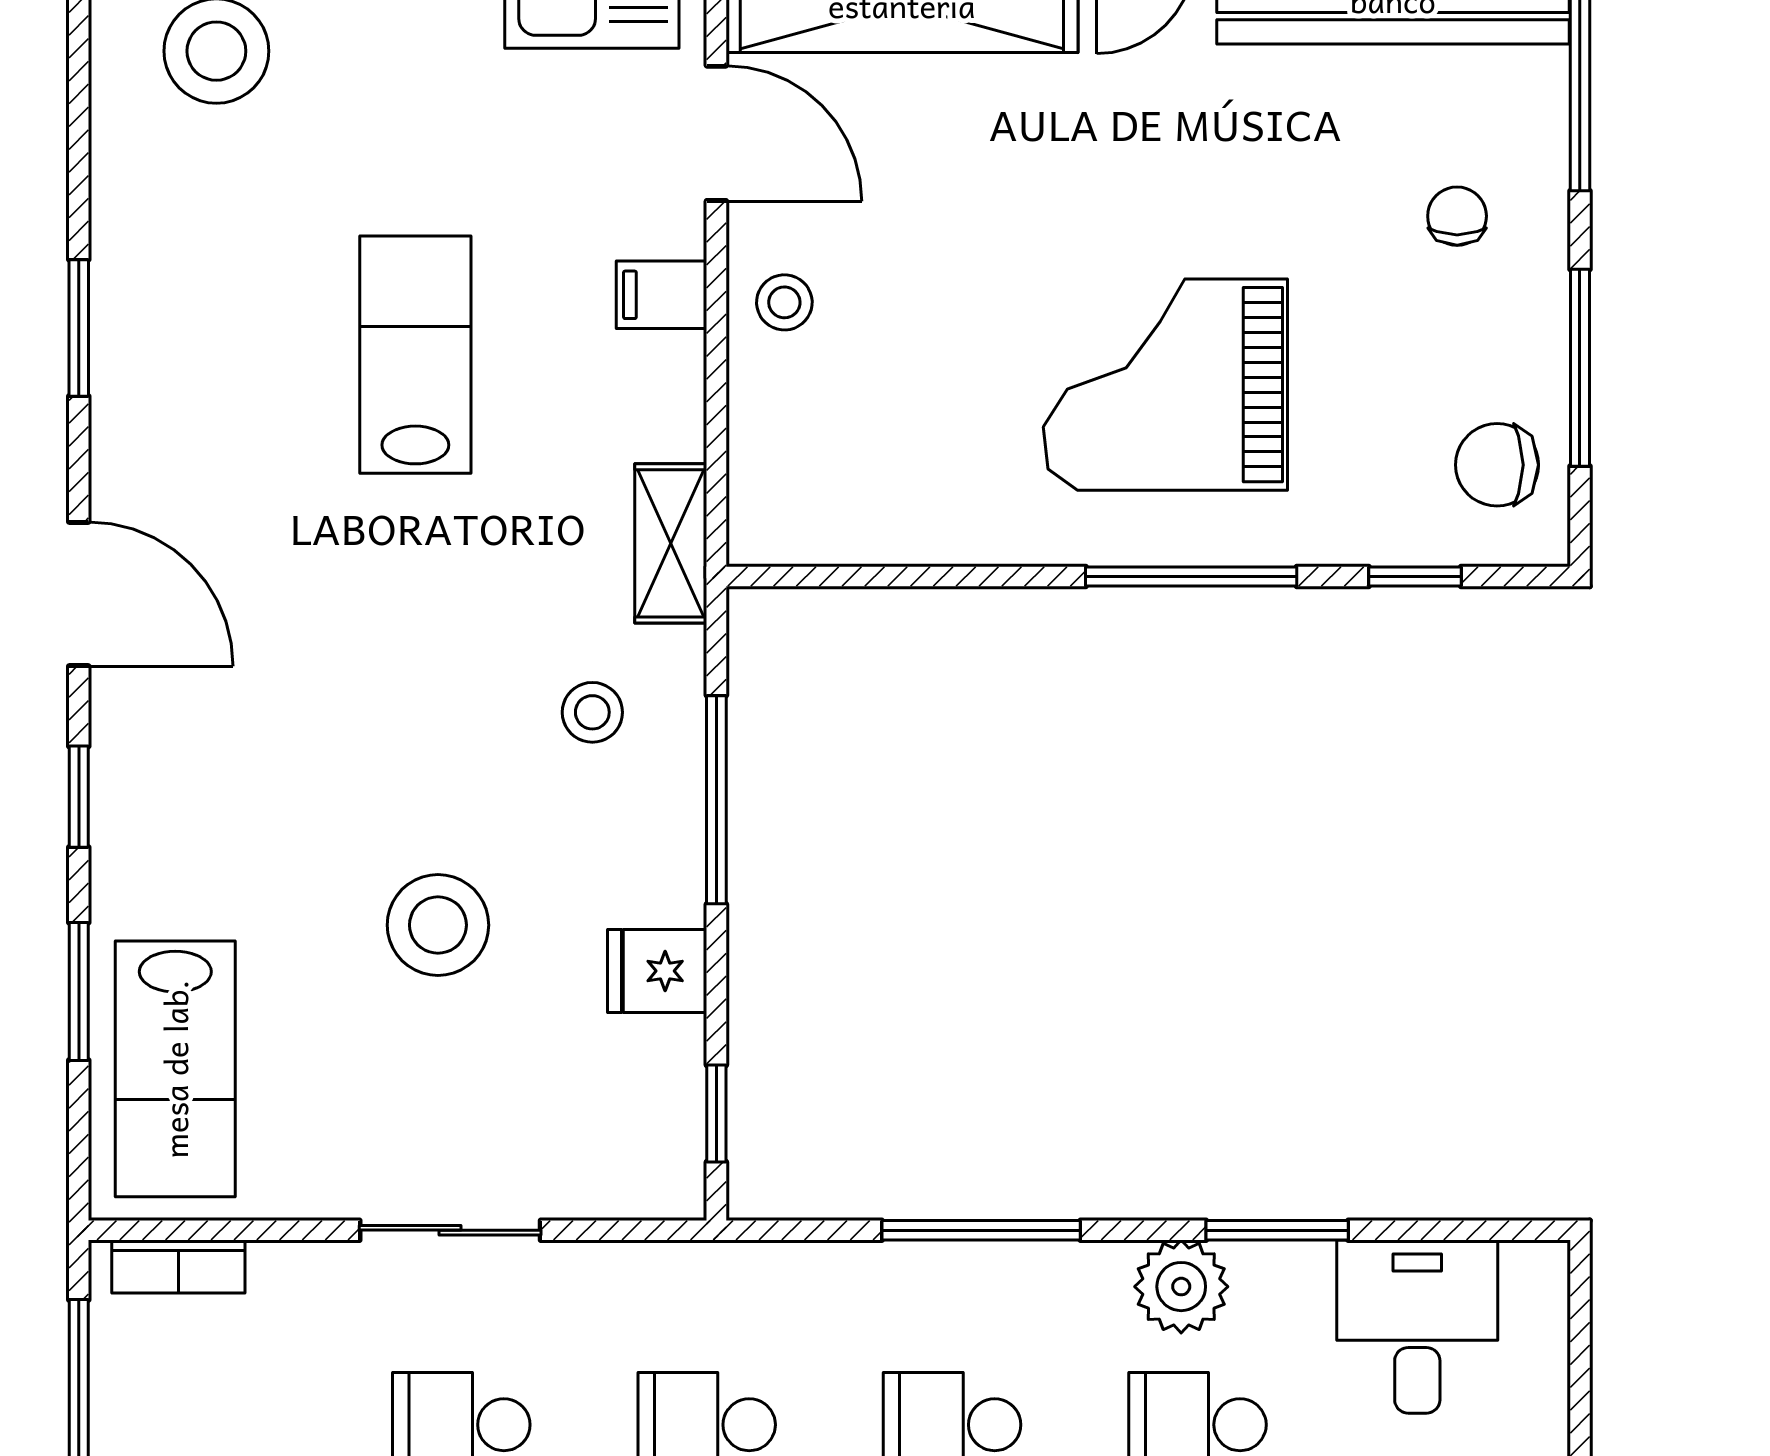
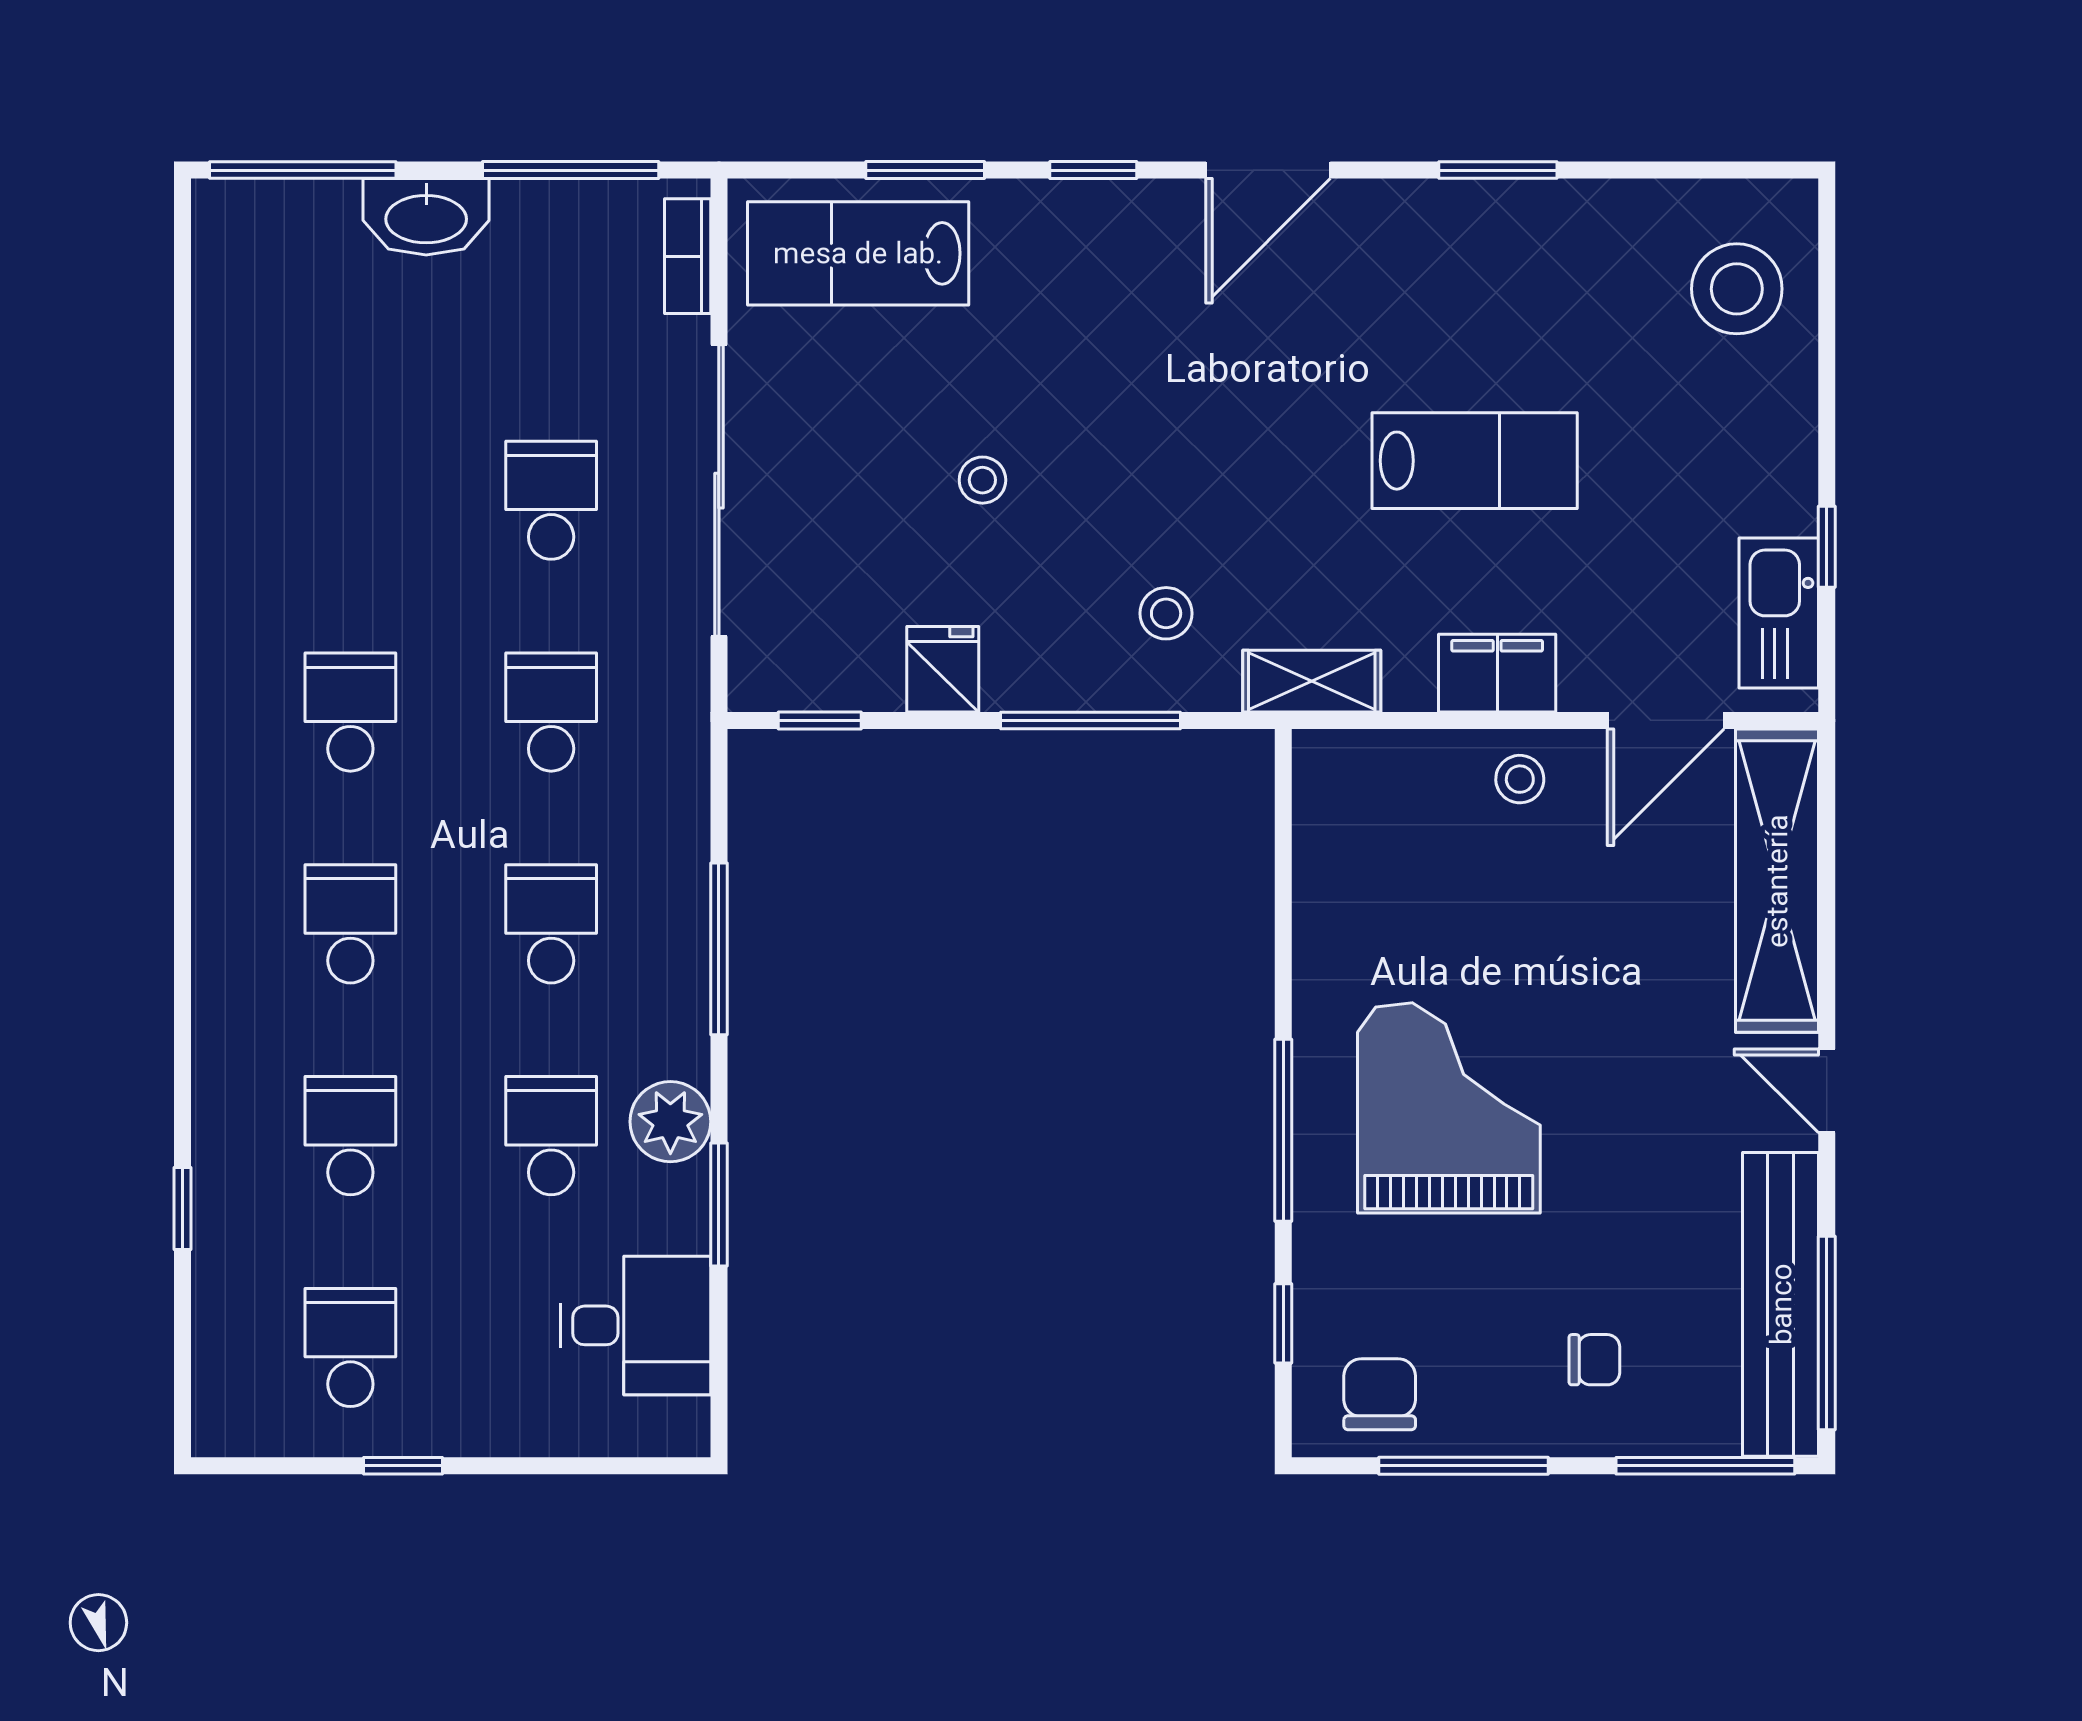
filing cabinet: (662, 295) -> (1497, 673), width x2.00
stool: (438, 925) -> (982, 480), width x0.53, depth x0.53
sliding door: (450, 1230) -> (719, 491), width x1.86

